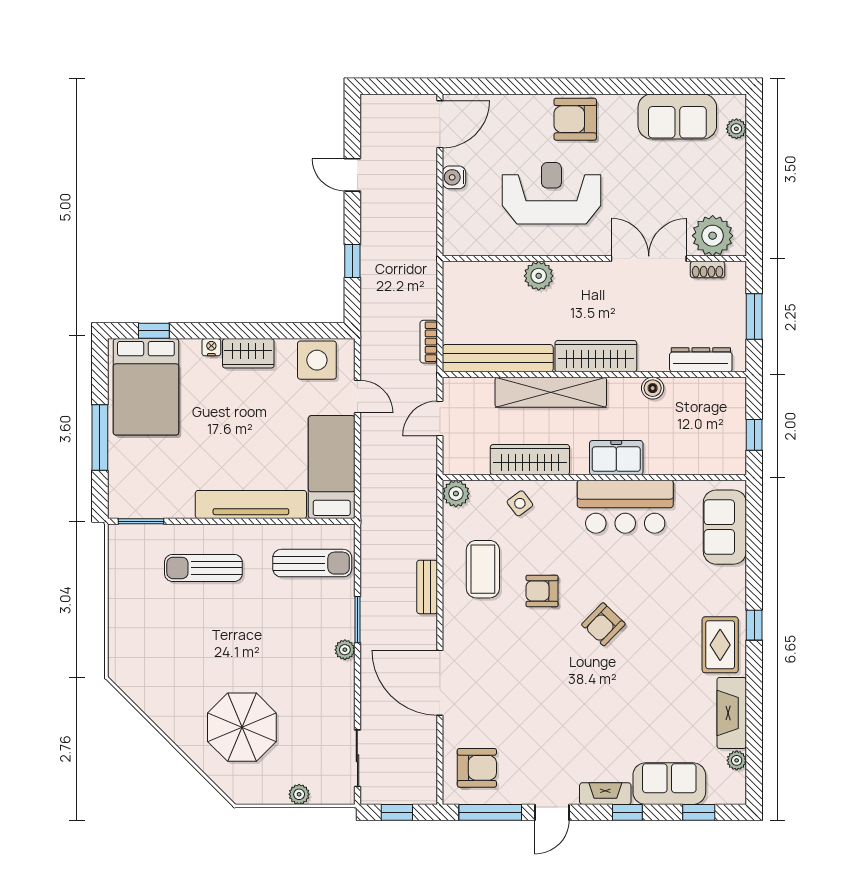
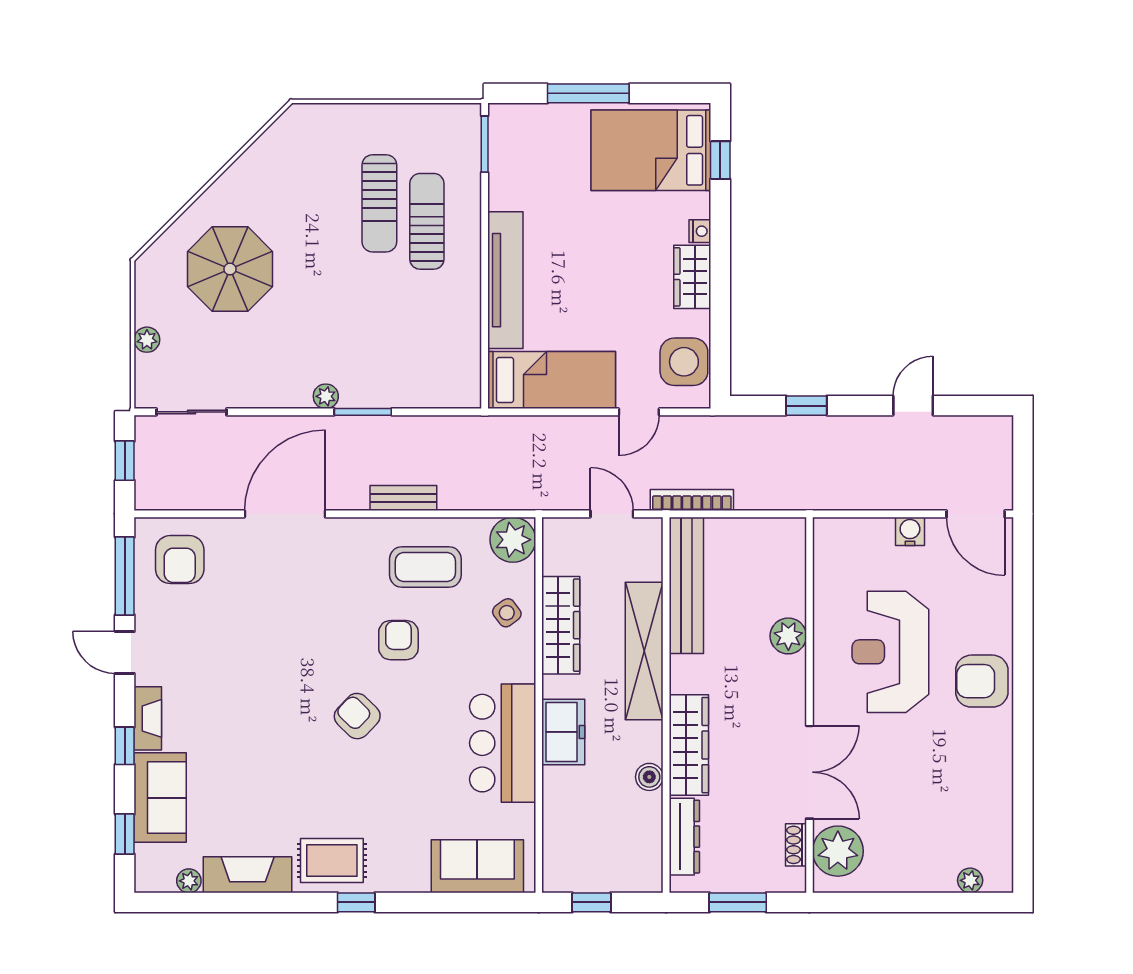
sofa: (677, 116) -> (985, 807), removed
armchair: (575, 119) -> (982, 681), turned -90
reception desk: (551, 193) -> (890, 652), turned 180
bookcase: (429, 342) -> (692, 500), width x1.56
wardrobe: (596, 356) -> (689, 745), moved
plant: (456, 494) -> (513, 540), width x1.36, depth x1.36
sun lounger: (312, 563) -> (379, 203), moved

